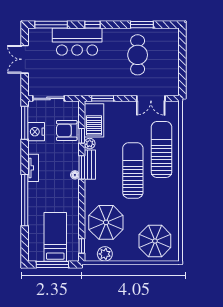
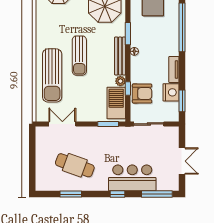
cafe table: (138, 55) -> (75, 165), turned -70
sliding door: (49, 98) -> (149, 124), moved
window: (25, 123) -> (182, 101), width x0.69
bench: (90, 165) -> (120, 56), width x1.36
window: (82, 167) -> (128, 34), moved
tv unit: (33, 168) -> (174, 69), moved
sun lounger: (133, 170) -> (79, 56), width x0.73, depth x0.75

